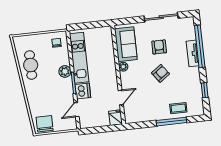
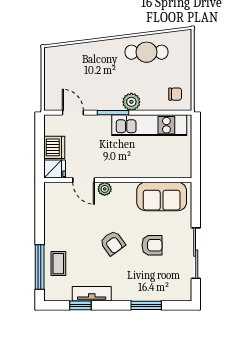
window: (200, 46) -> (146, 305), width x0.47
tv unit: (193, 53) -> (92, 294), moved
plant: (123, 67) -> (105, 189), moved
dishwasher: (83, 91) -> (54, 147), moved, turned -90
window: (171, 122) -> (40, 267), moved
chair: (45, 124) -> (57, 63), removed

